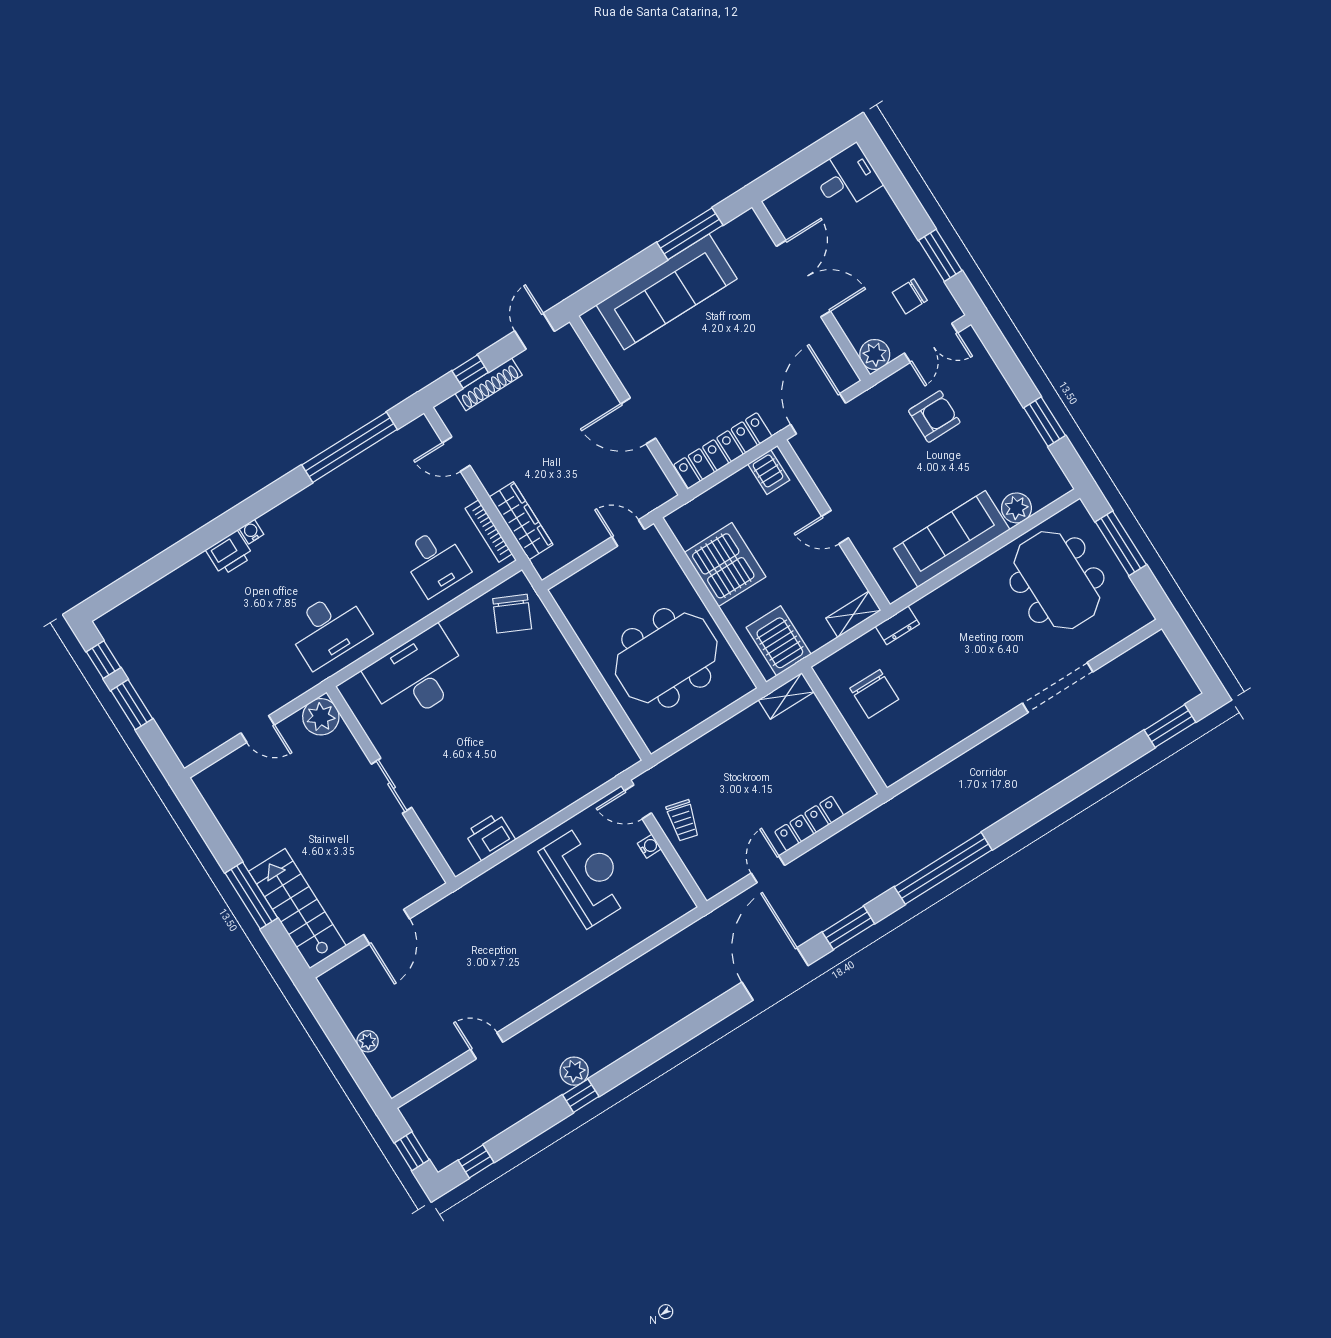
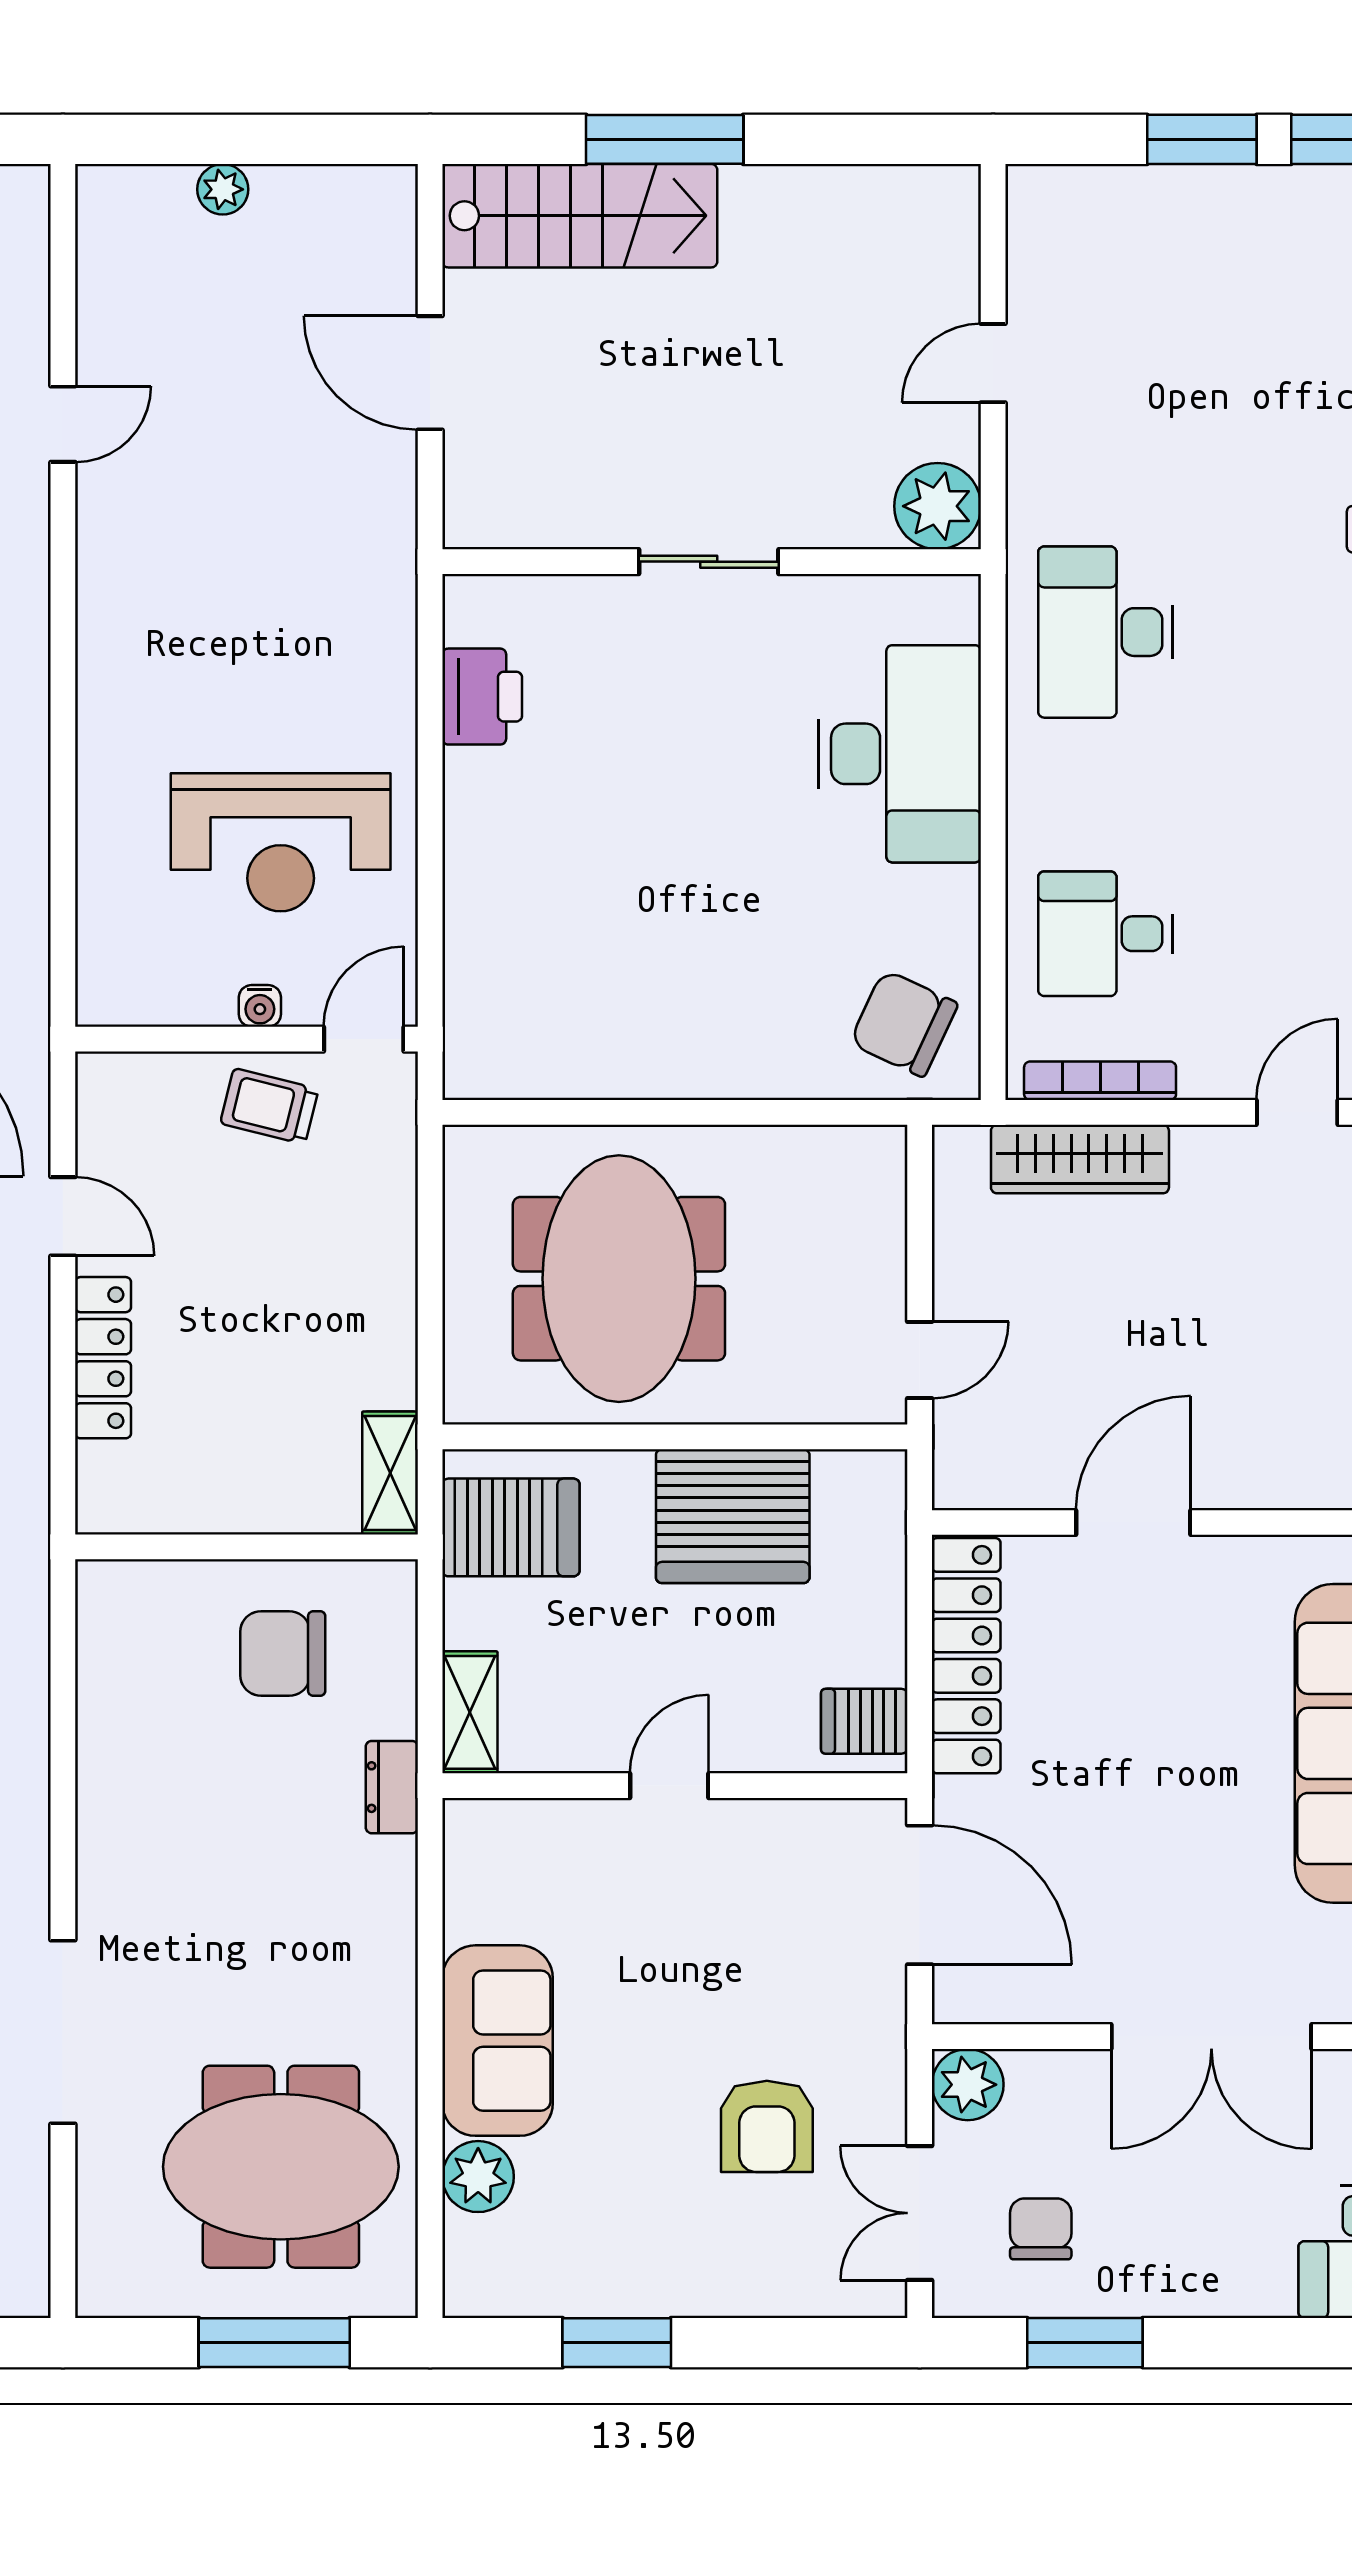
sofa: (952, 539) -> (498, 2041), width x0.73

